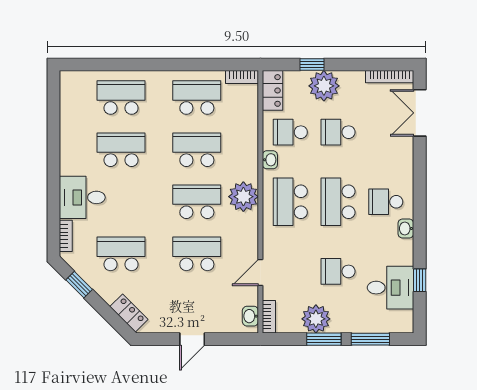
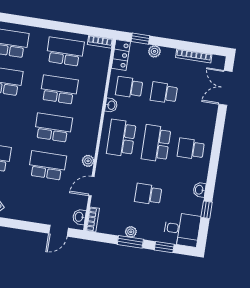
window: (312, 64) -> (140, 39), moved
bookcase: (390, 77) -> (194, 56), moved
plant: (324, 86) -> (154, 51), width x0.53, depth x0.53
plant: (243, 197) -> (88, 161), moved, width x0.53, depth x0.53
washbasin: (406, 228) -> (199, 190), moved
desk: (391, 288) -> (182, 229), moved
plant: (316, 319) -> (131, 232), width x0.53, depth x0.53
door: (192, 339) -> (59, 231), moved
window: (370, 339) -> (164, 247), width x0.67

